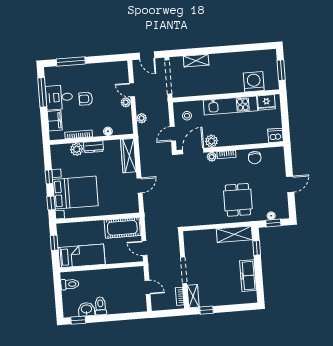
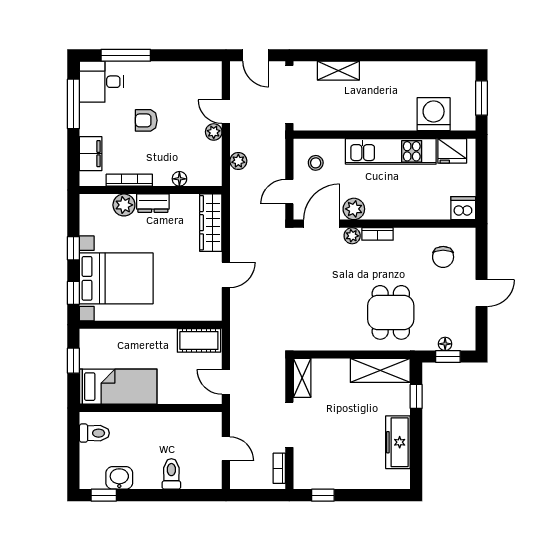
desk: (59, 97) -> (101, 82), moved
chair: (255, 158) -> (443, 257), moved
cot: (122, 228) -> (199, 340), width x0.73, depth x0.75
shelving: (193, 296) -> (302, 378), moved
toilet: (100, 306) -> (171, 474), moved

